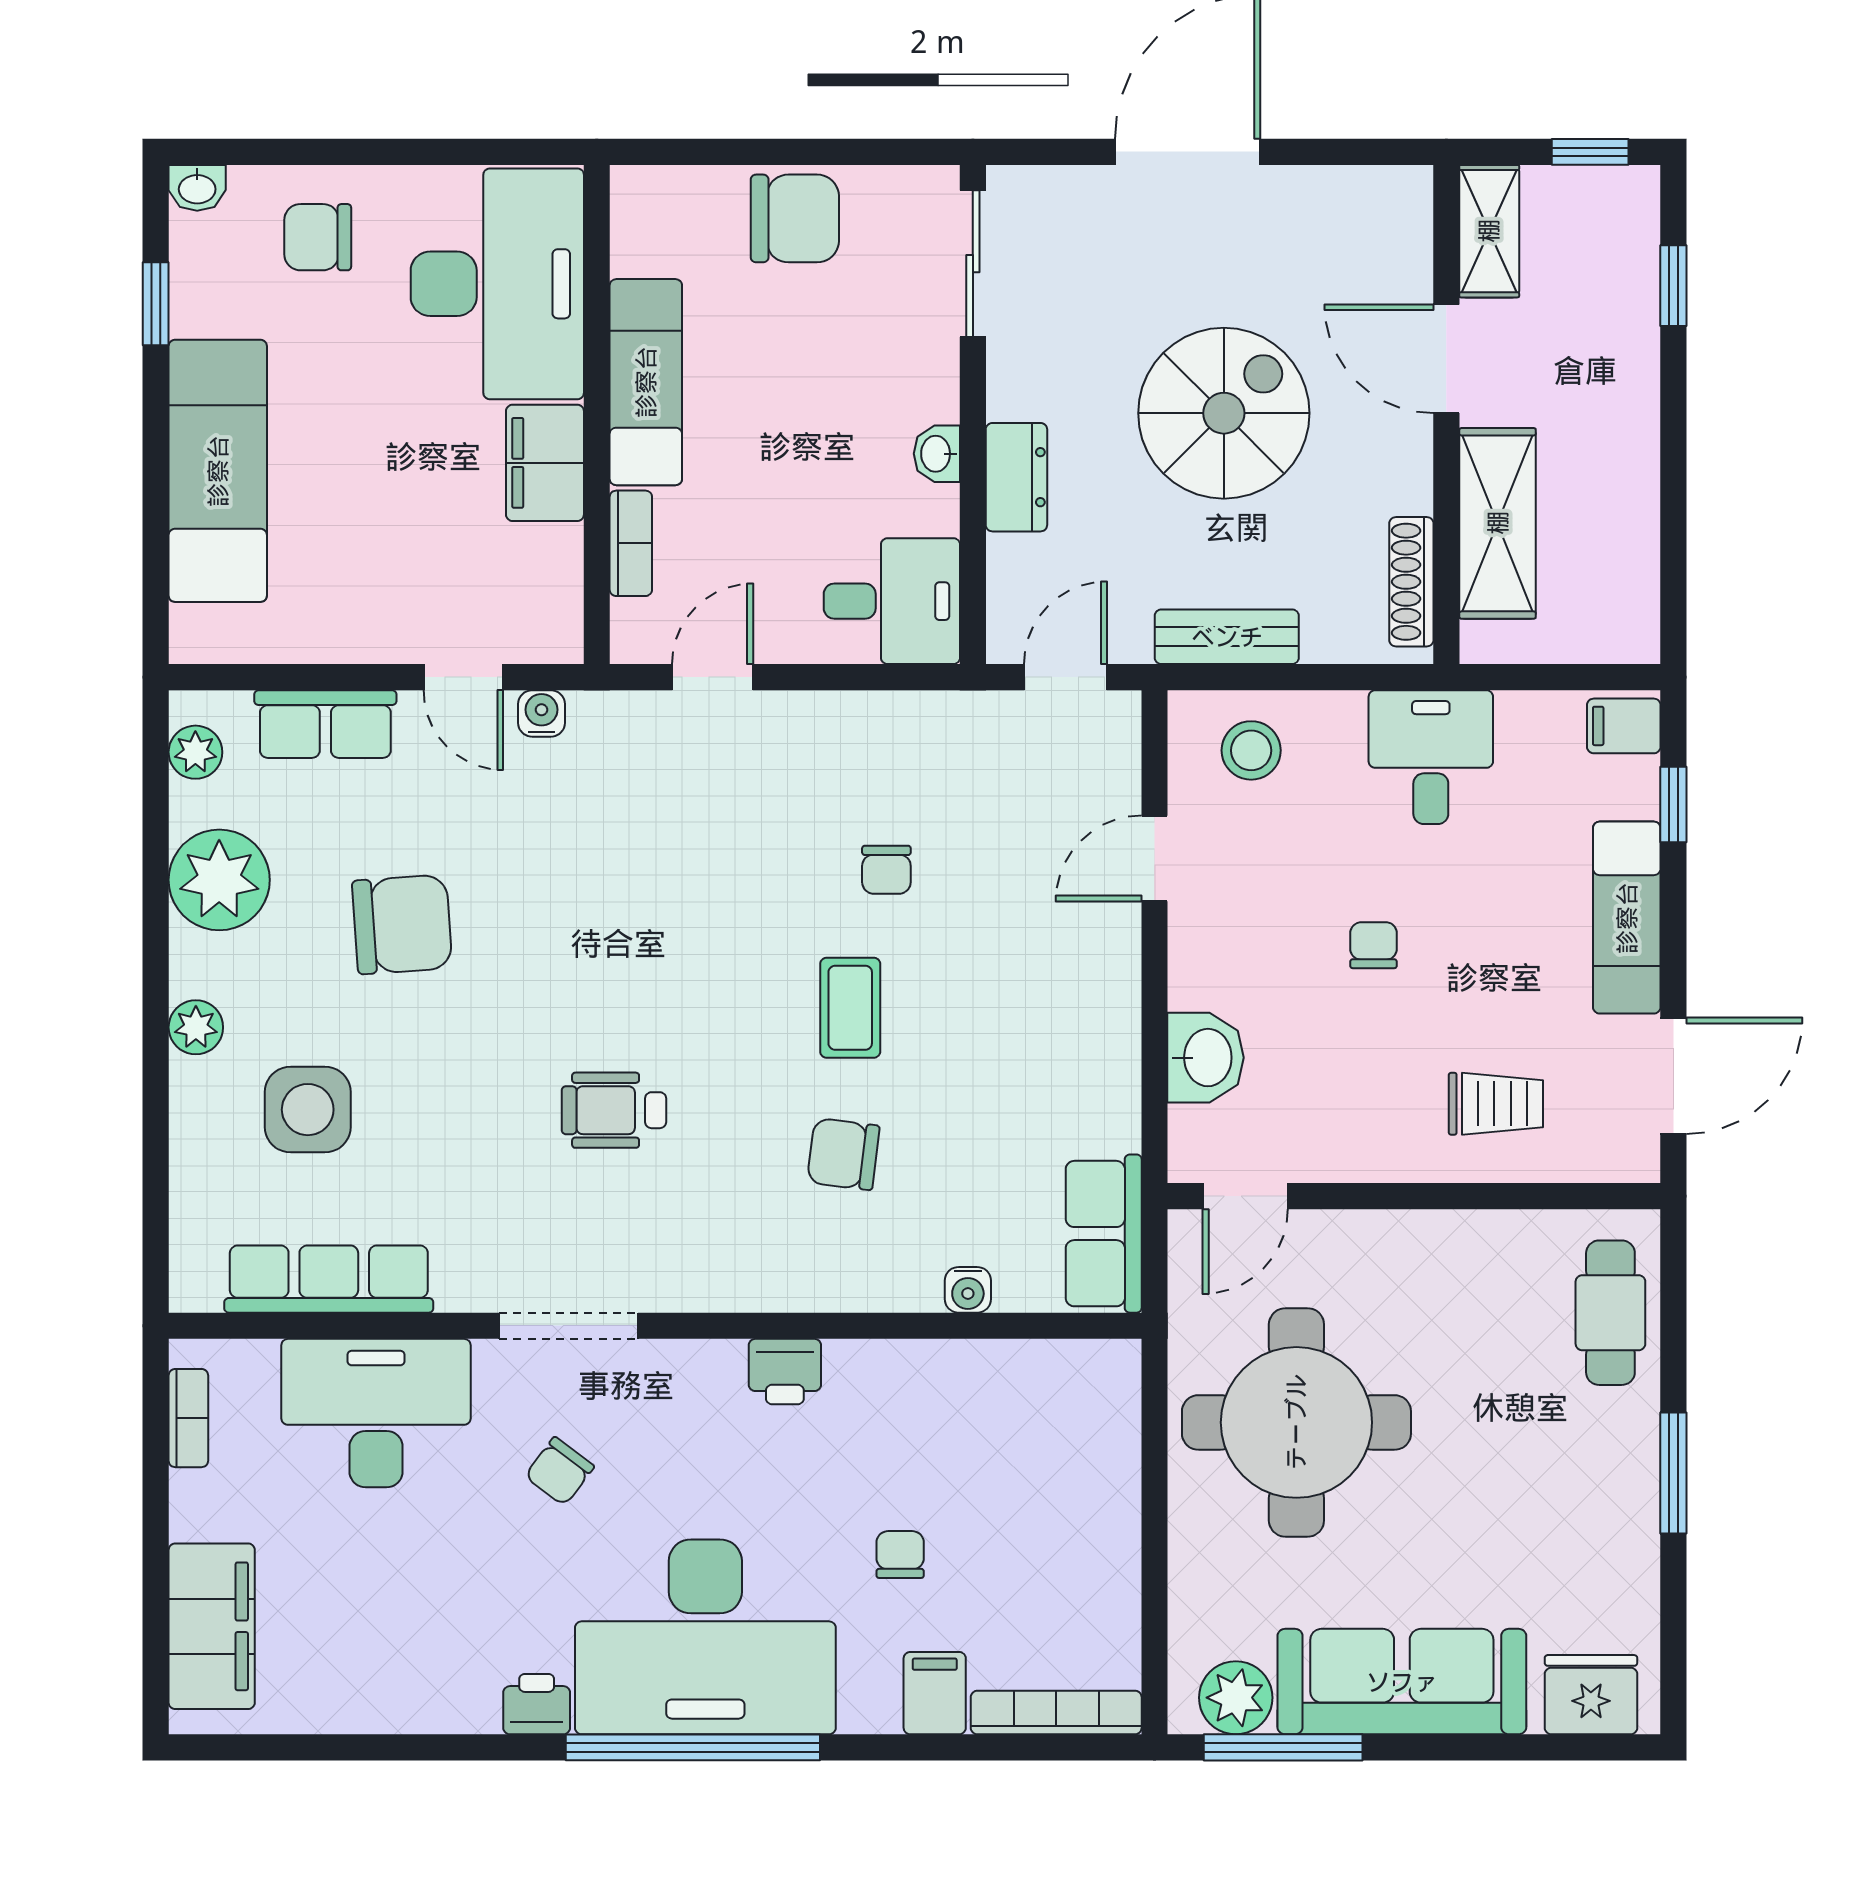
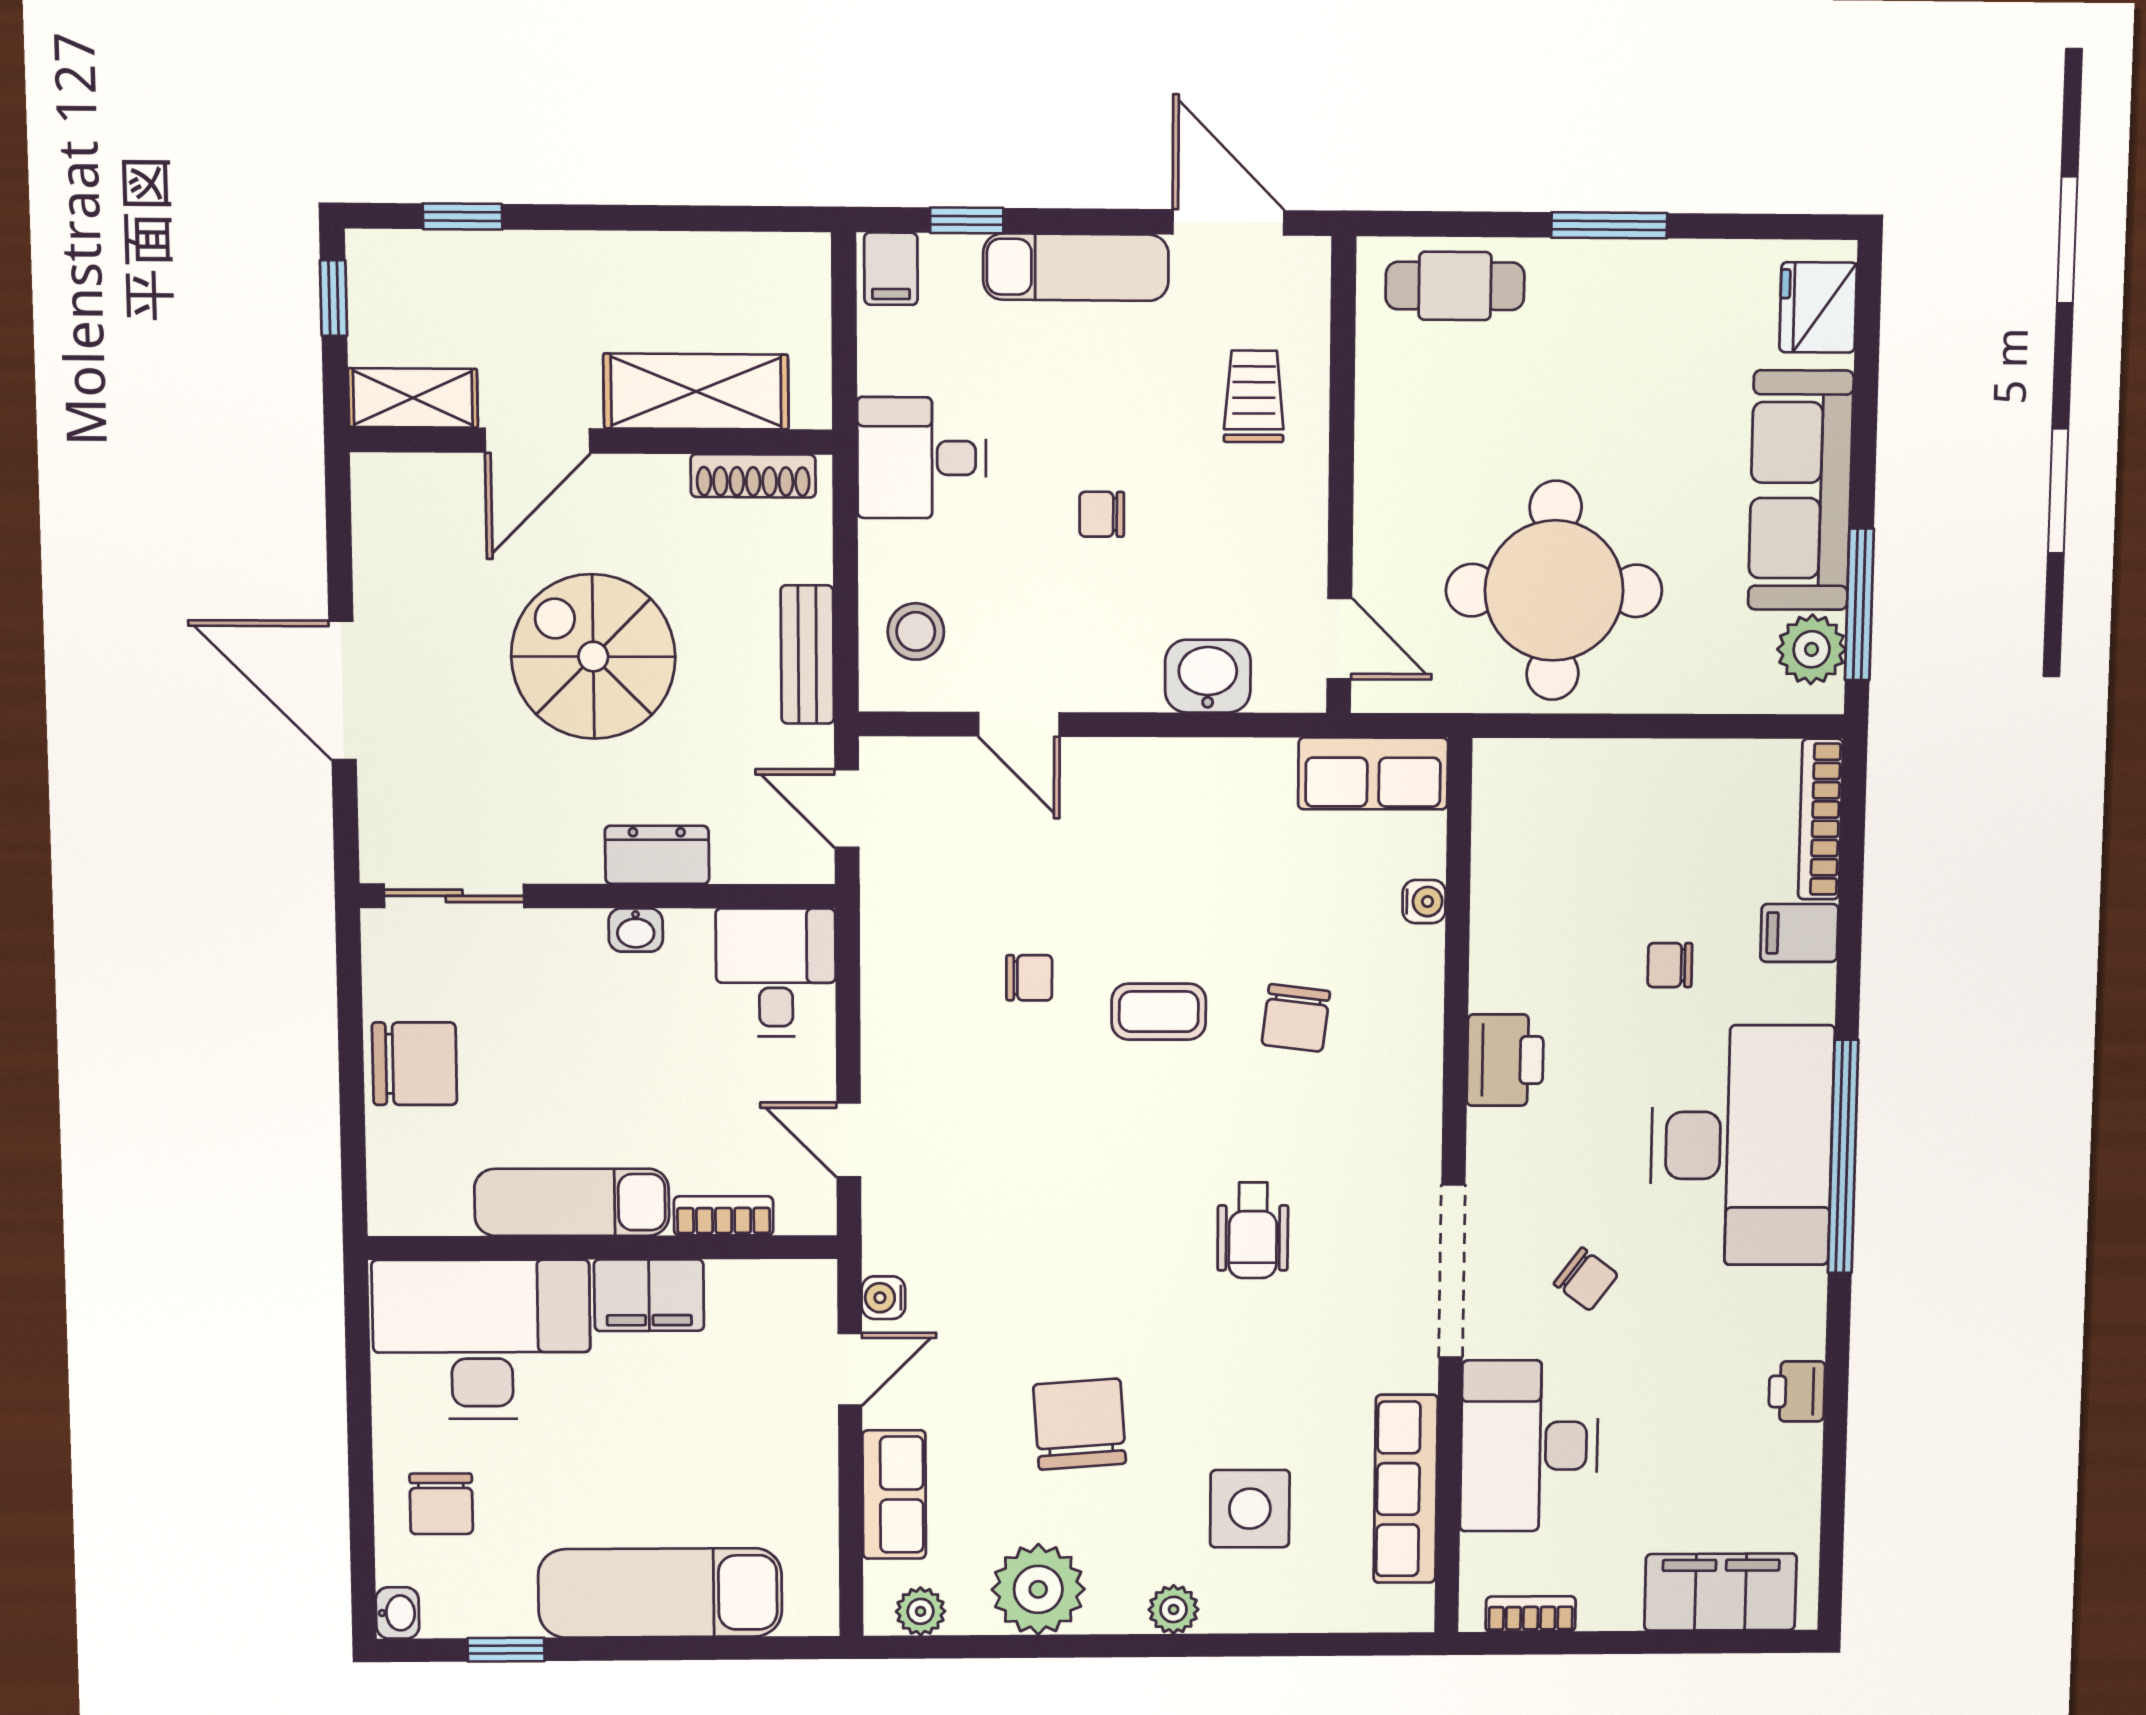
chair: (795, 218) -> (414, 1064), turned 90
doorway: (569, 1326) -> (1452, 1271), width x1.36
printer: (785, 1372) -> (1505, 1060), width x1.36, depth x1.24
printer: (537, 1704) -> (1797, 1391), moved

